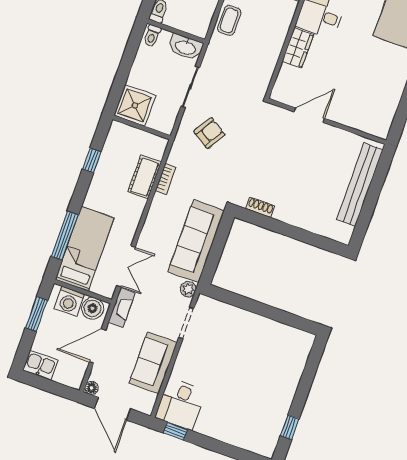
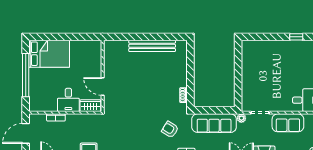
door: (309, 115) -> (103, 86), moved
wall: (327, 121) -> (103, 76), moved
armchair: (209, 133) -> (170, 130), moved

